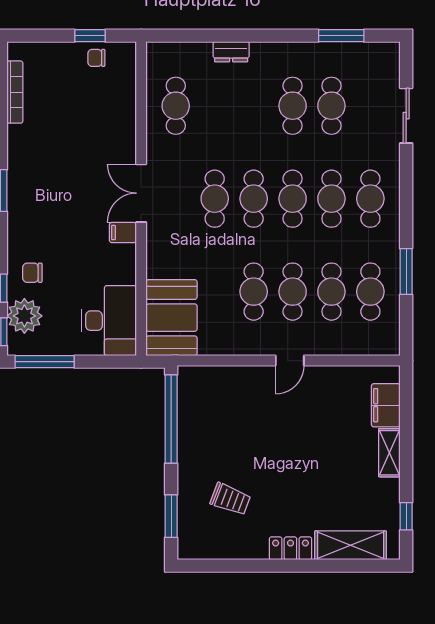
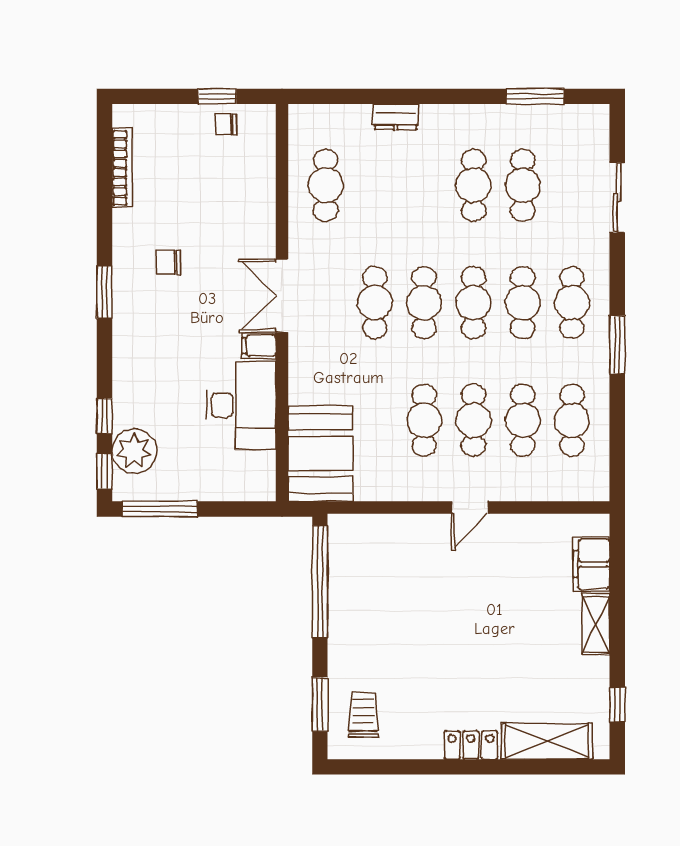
window: (406, 272) -> (617, 345), moved
chair: (32, 273) -> (168, 262), moved
desk: (109, 321) -> (241, 405), moved
trolley: (230, 499) -> (363, 715), moved, turned -111

